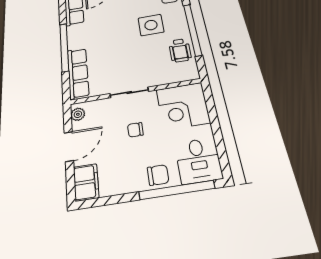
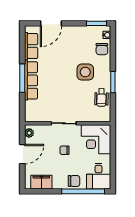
window: (192, 30) -> (113, 82), width x0.47
window: (64, 47) -> (22, 78), width x0.68
row of seats: (78, 73) -> (31, 80), moved
filing cabinet: (86, 182) -> (41, 182), moved, turned -90

